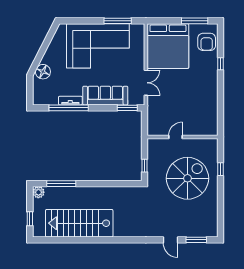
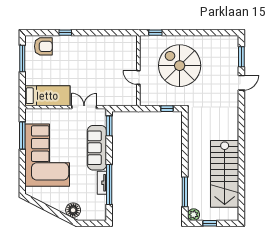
bed: (168, 46) -> (47, 96), width x0.49
window: (221, 169) -> (155, 33), moved
window: (30, 219) -> (210, 223), moved

